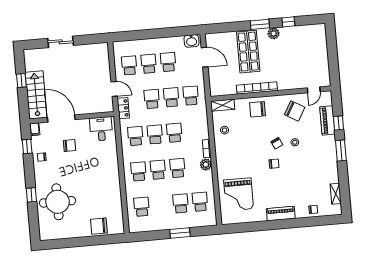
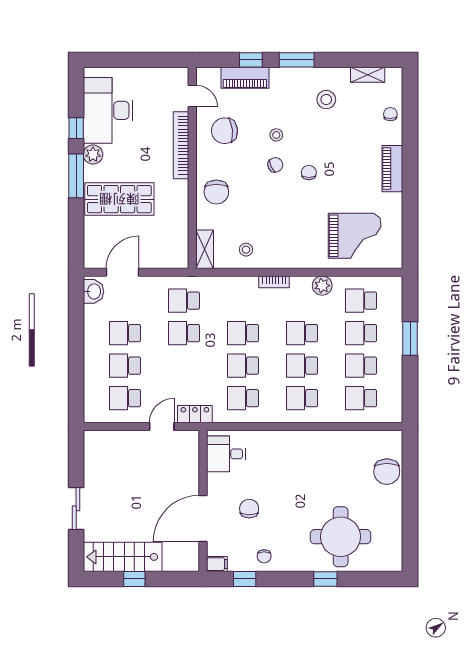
window: (260, 24) -> (76, 176), width x1.44
desk: (301, 40) -> (108, 110), added
bookcase: (257, 88) -> (181, 145), moved
stairs: (36, 95) -> (123, 557), moved
school desk: (152, 99) -> (361, 366), moved
chair: (295, 111) -> (224, 131), turned -126
plant: (206, 165) -> (322, 286), moved
stool: (319, 170) -> (326, 100), added

